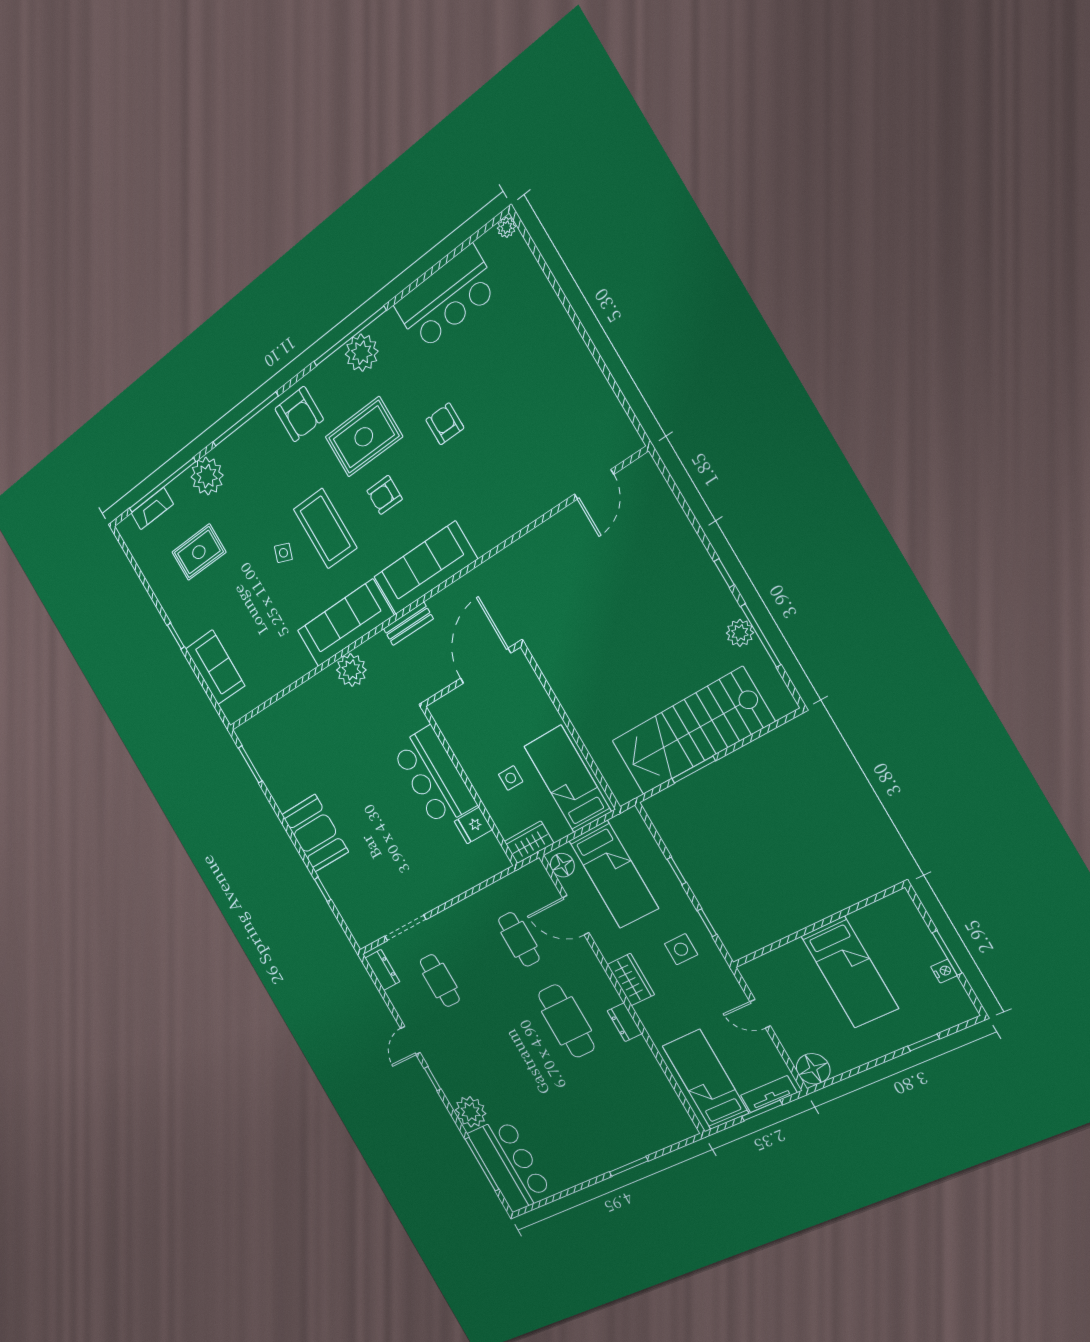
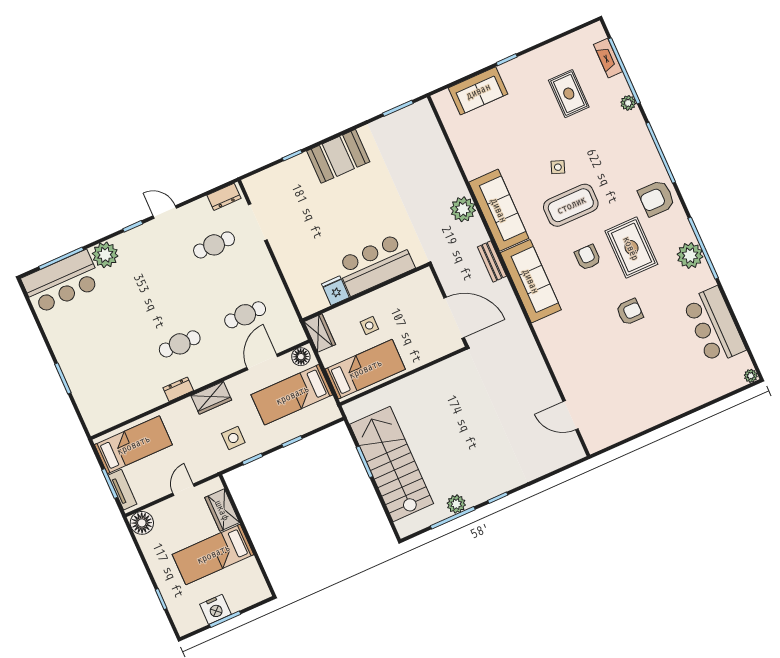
plant: (207, 476) -> (628, 103), width x0.53, depth x0.53
wardrobe: (784, 961) -> (222, 510), added
nightstand: (944, 971) -> (215, 609), width x1.89, depth x1.79
cafe table: (566, 1021) -> (180, 344), width x0.73, depth x0.74

